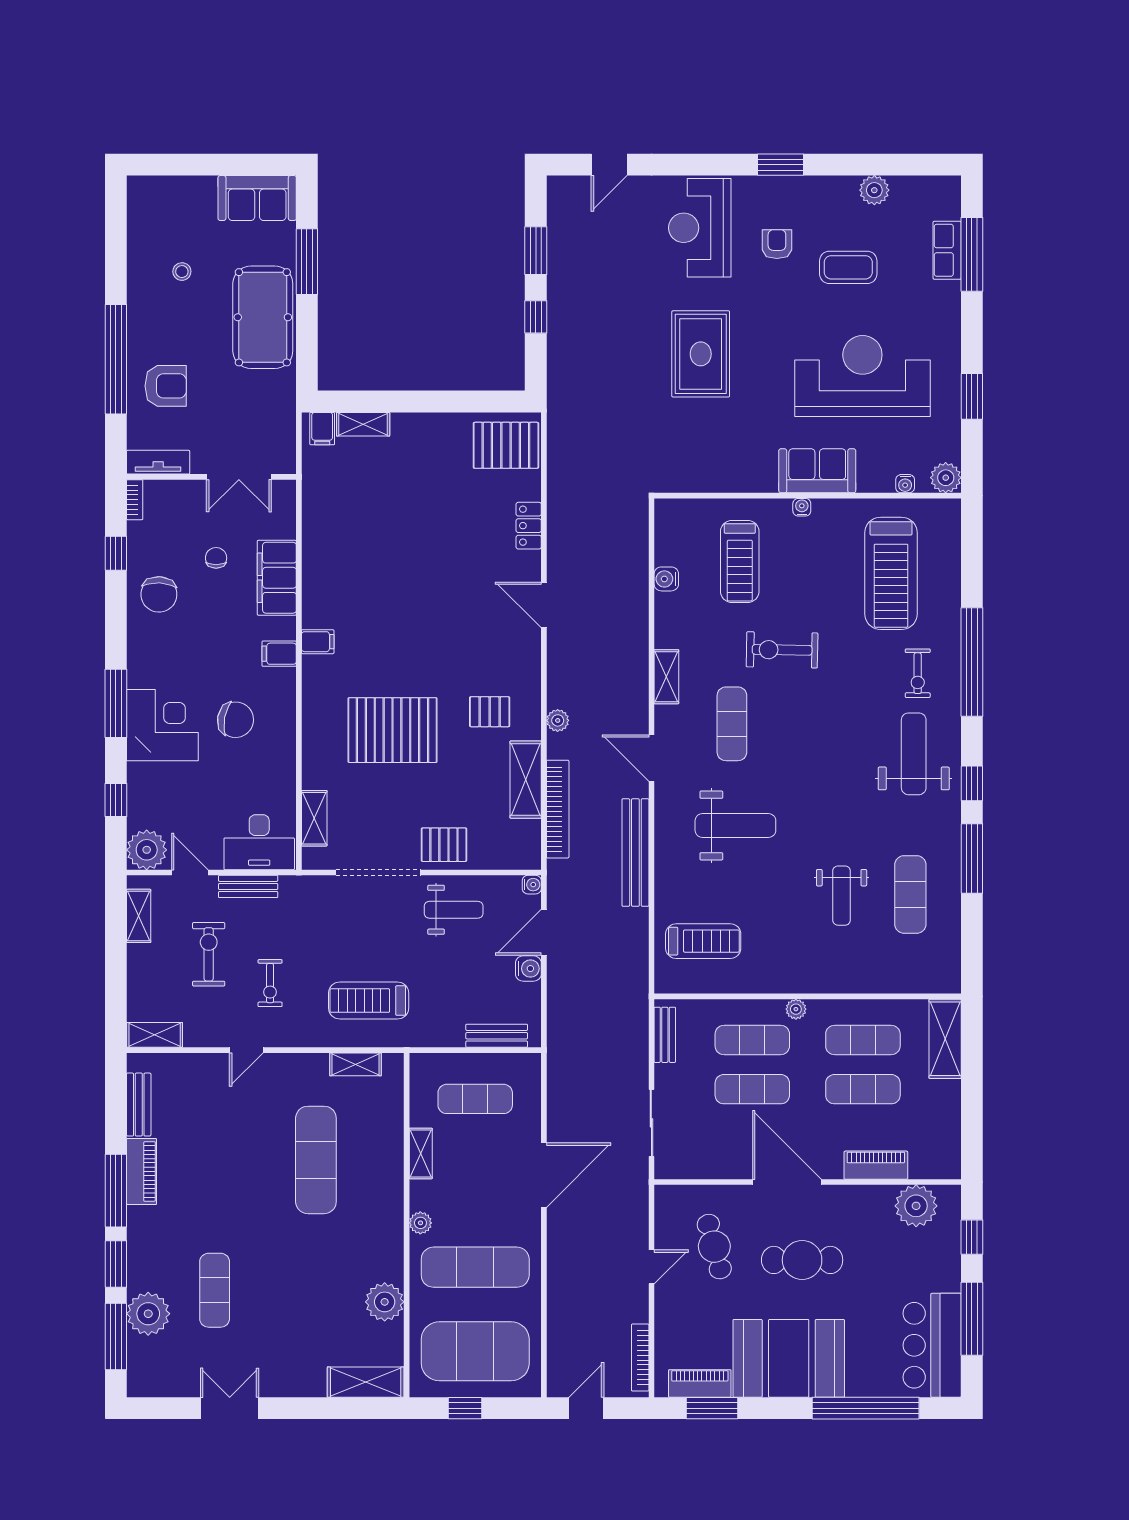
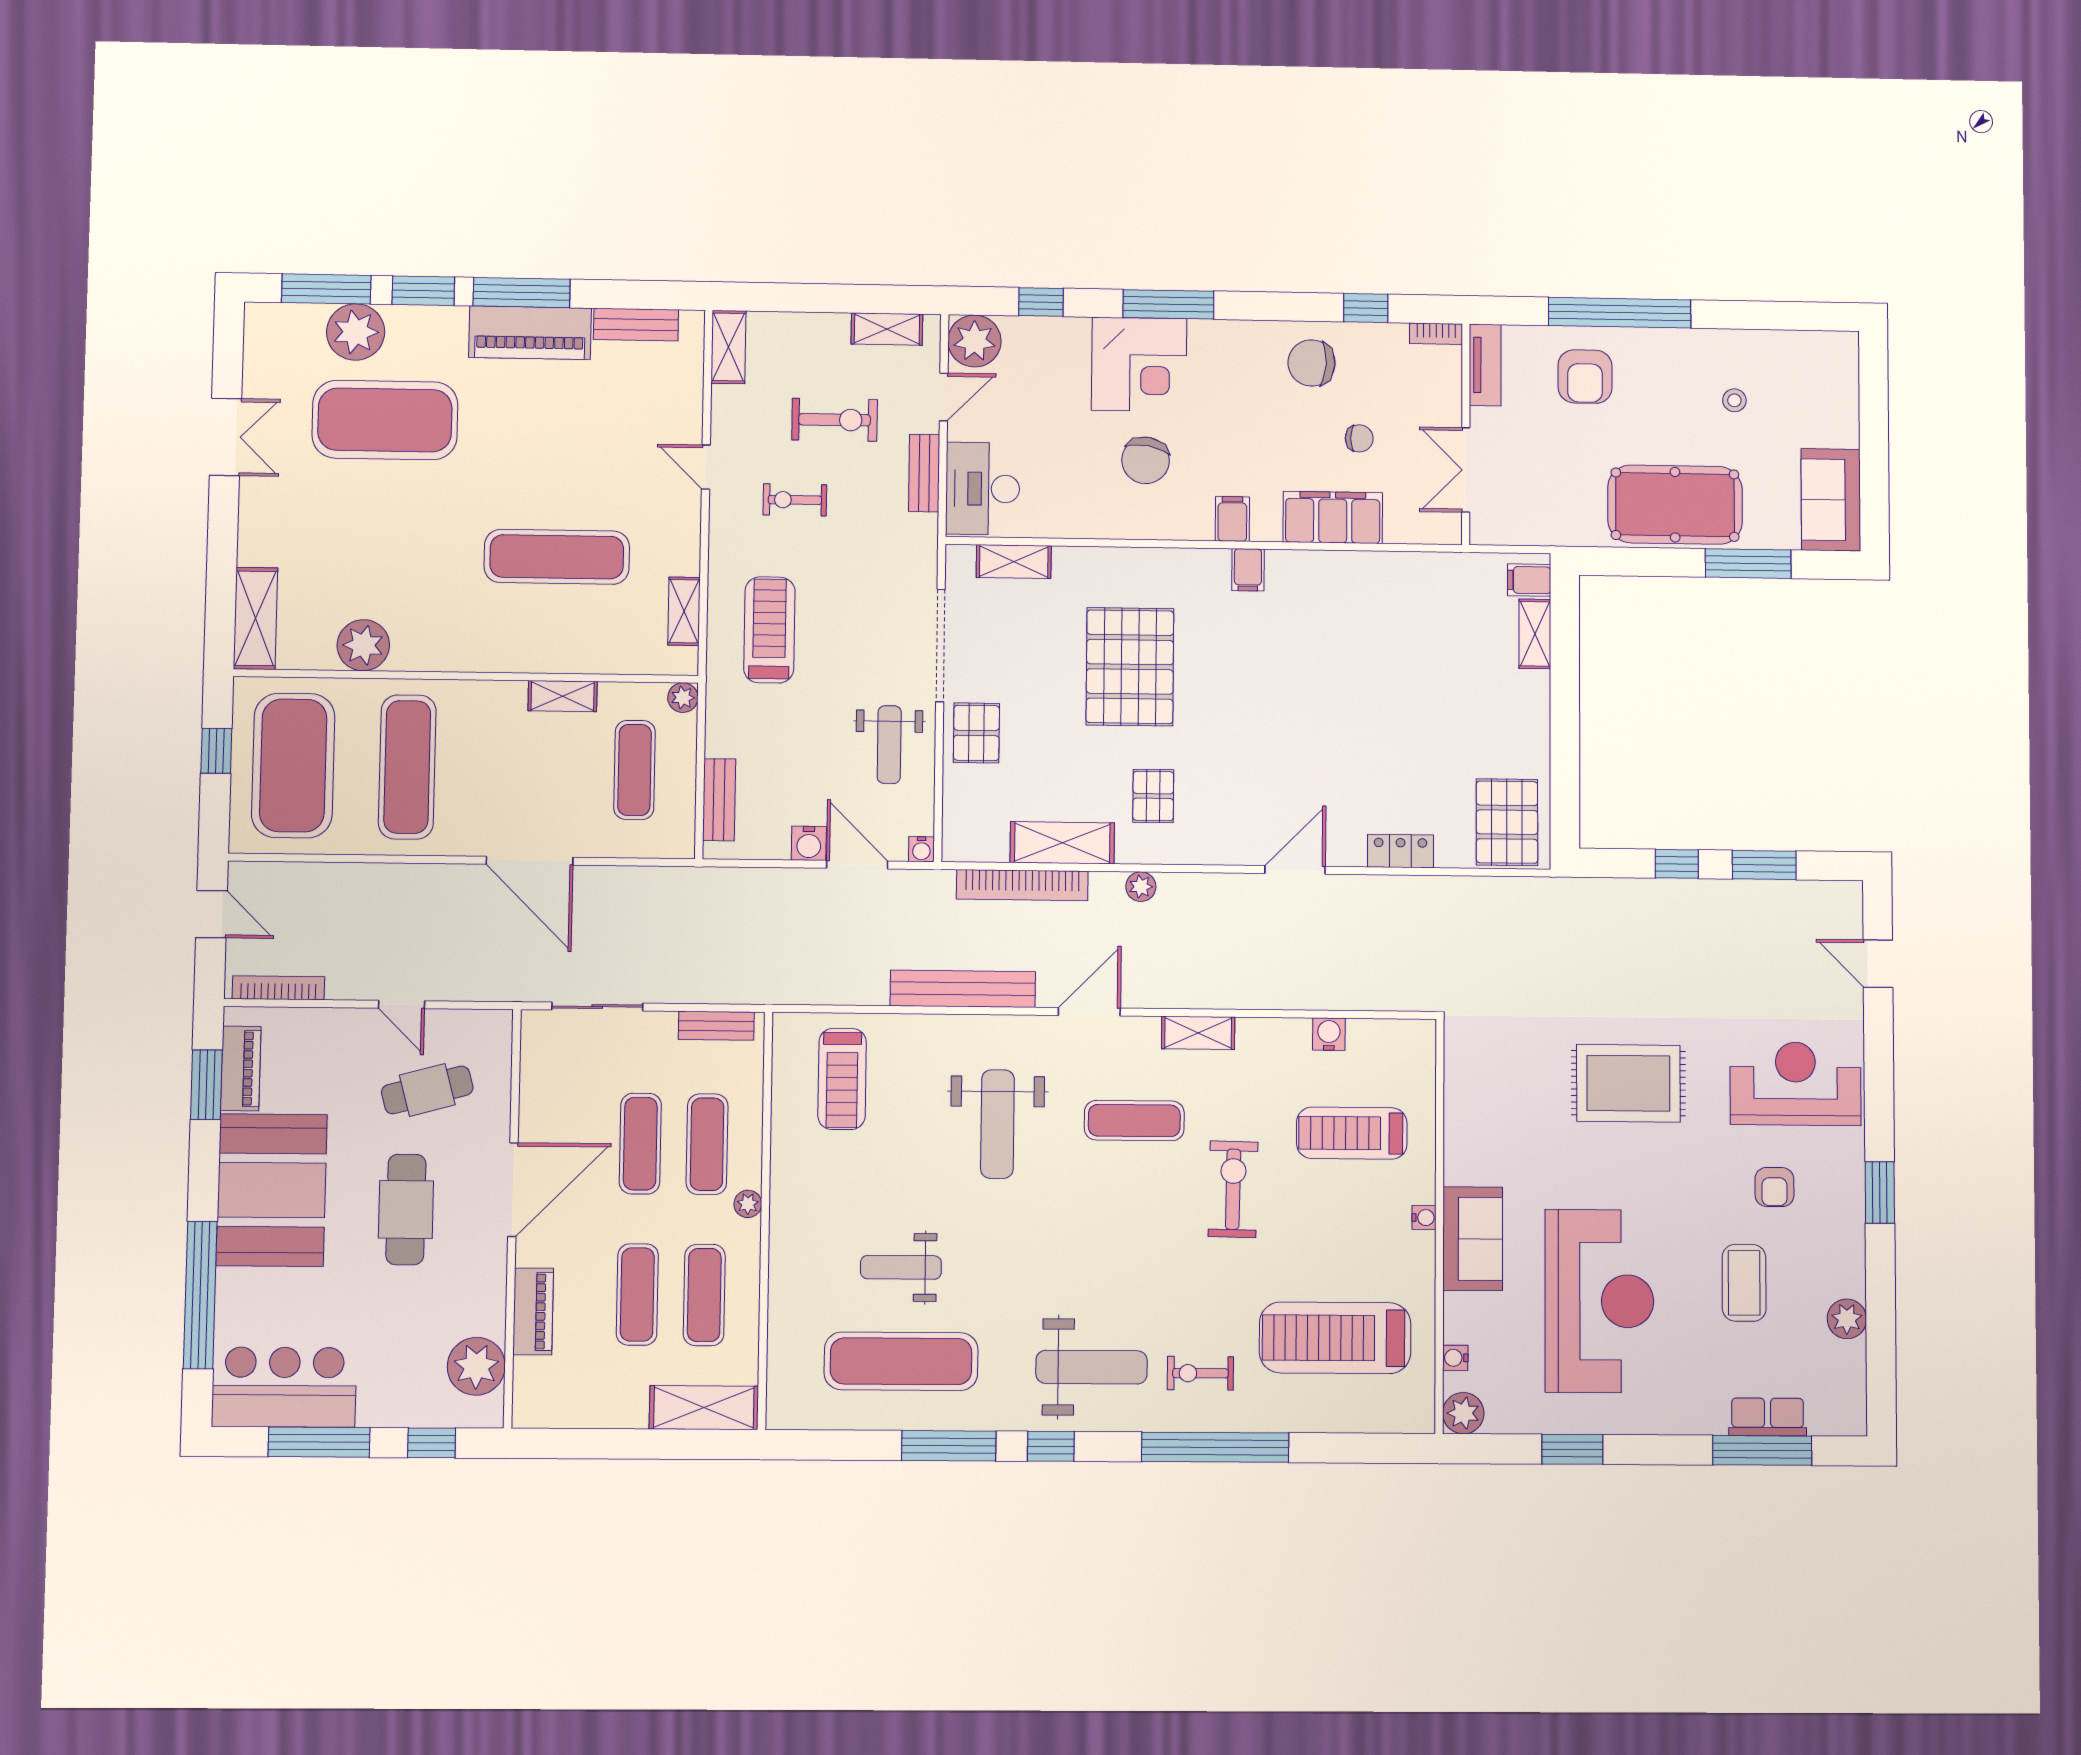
armchair: (777, 244) -> (1774, 1187), turned 90
exercise mat: (910, 894) -> (901, 1361), width x1.36, depth x1.45
piano: (142, 1171) -> (530, 333), width x1.37, depth x1.33
plant: (420, 1223) -> (683, 698), moved
exercise mat: (215, 1290) -> (385, 420), width x2.00, depth x1.45

